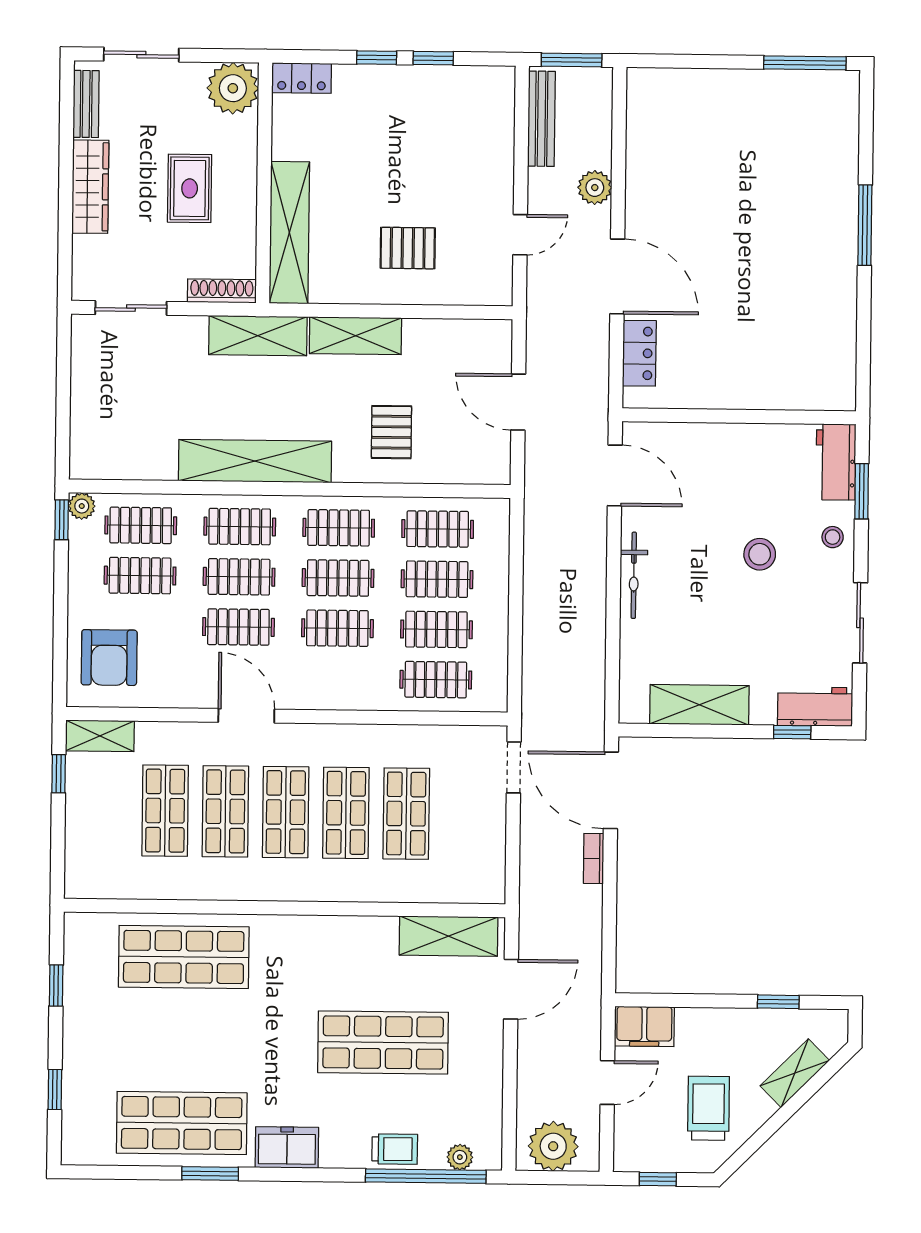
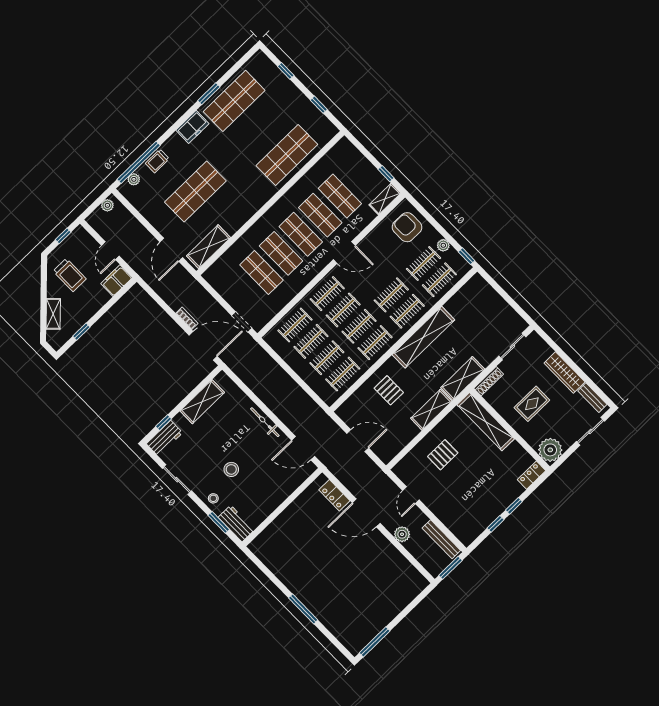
rug: (190, 188) -> (532, 404), turned 90
plant: (82, 506) -> (443, 245), moved
clothes rail: (238, 627) -> (327, 294), moved
plant: (553, 1146) -> (107, 205), width x0.53, depth x0.53

